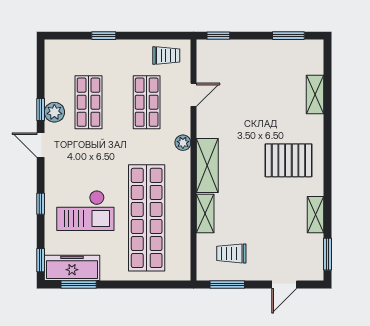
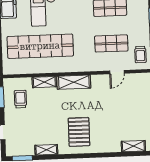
shelving: (315, 94) -> (133, 146), moved
door: (194, 95) -> (117, 72), hinge flipped
plant: (183, 143) -> (87, 67), removed

